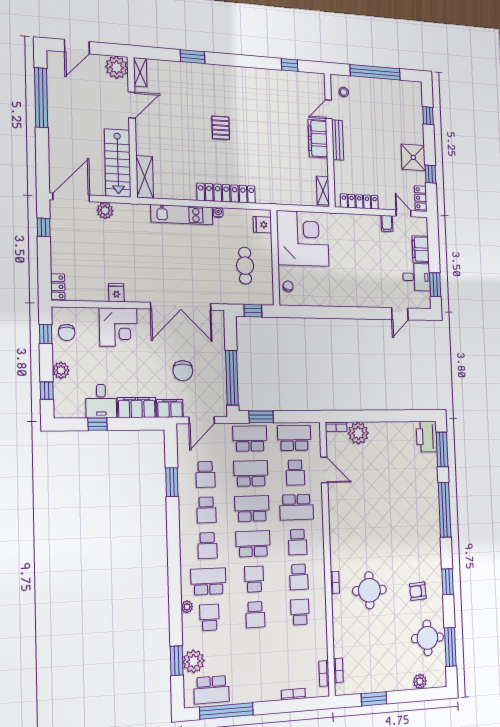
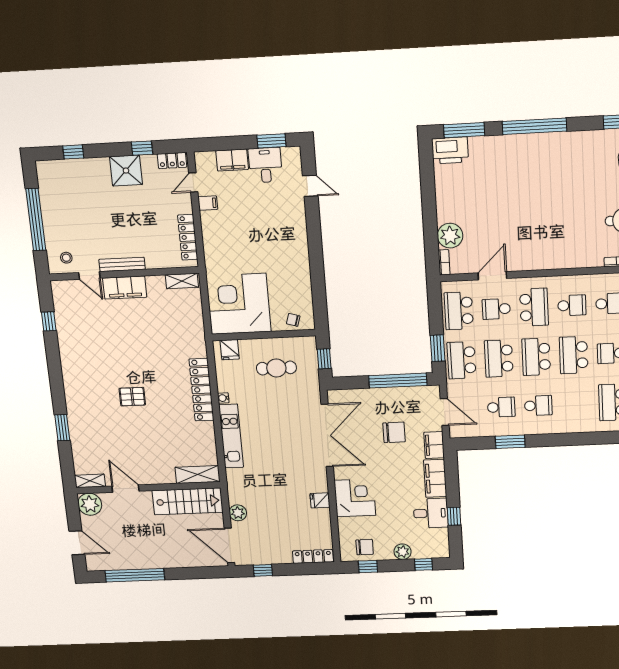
locker: (58, 287) -> (313, 556), width x1.53
school desk: (295, 472) -> (496, 309), turned 180
school desk: (207, 546) -> (575, 404), removed

